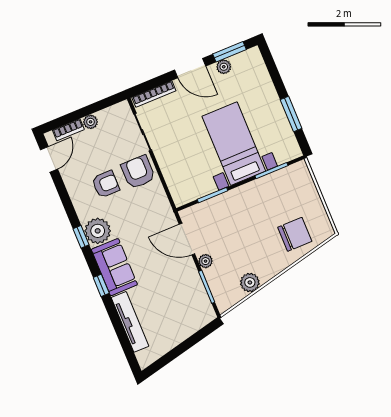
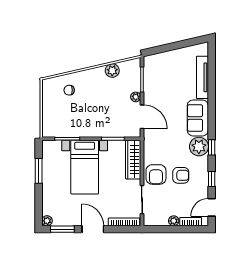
plant: (224, 67) -> (47, 221), moved
wardrobe: (175, 179) -> (133, 160), added
armchair: (106, 184) -> (181, 175), turned 180
chair: (295, 234) -> (69, 90), width x0.54, depth x0.54
window: (101, 285) -> (212, 179), moved

